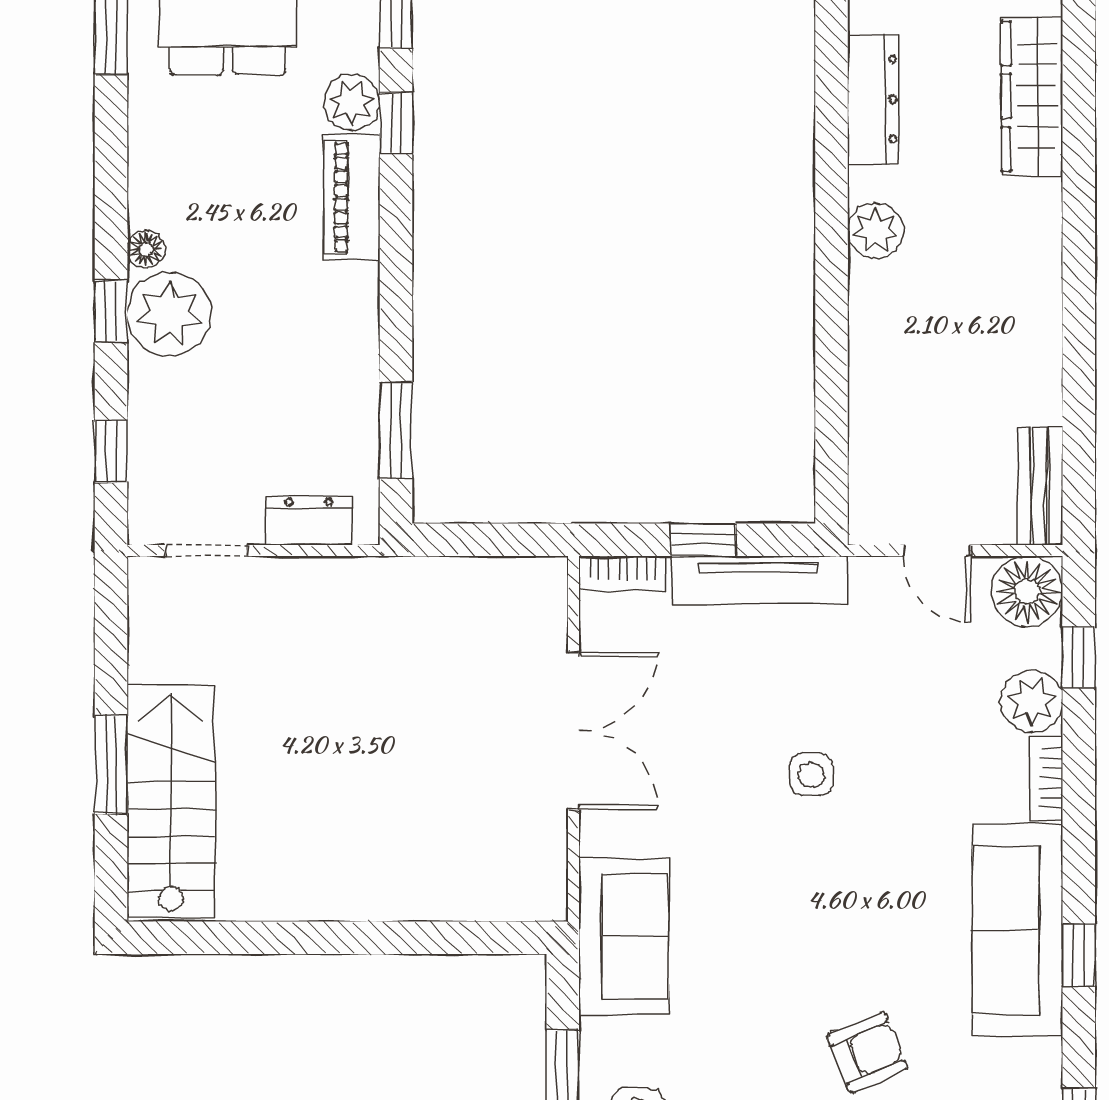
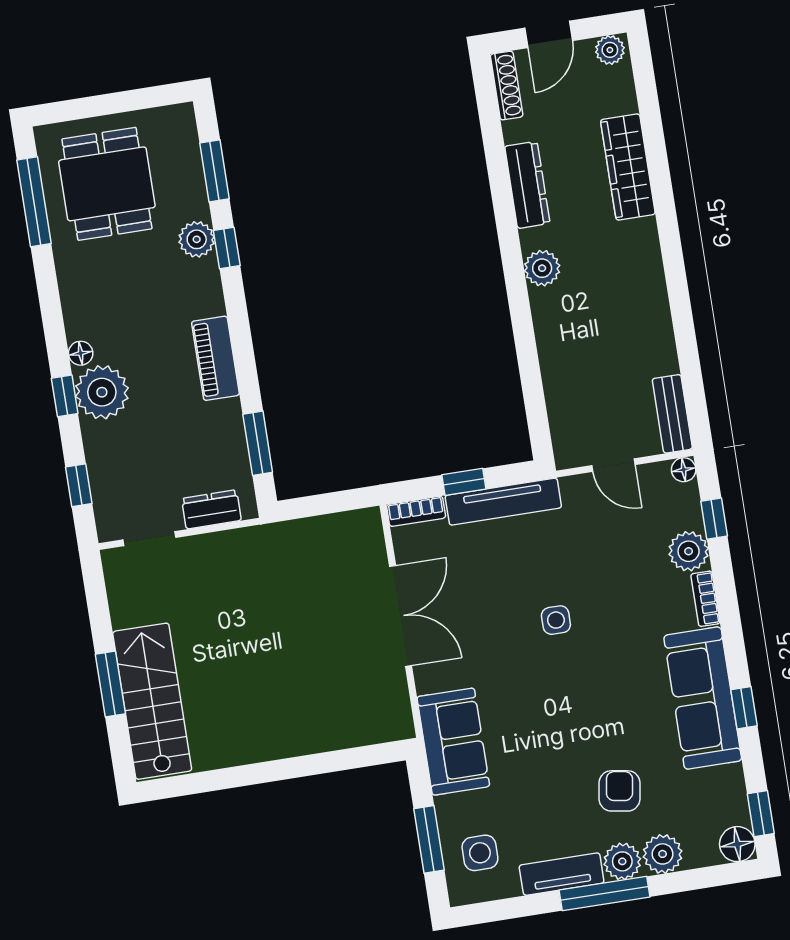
piano: (352, 198) -> (215, 358), moved
floor lamp: (1027, 591) -> (684, 470), width x0.53, depth x0.53
armchair: (867, 1053) -> (619, 791), turned -58

